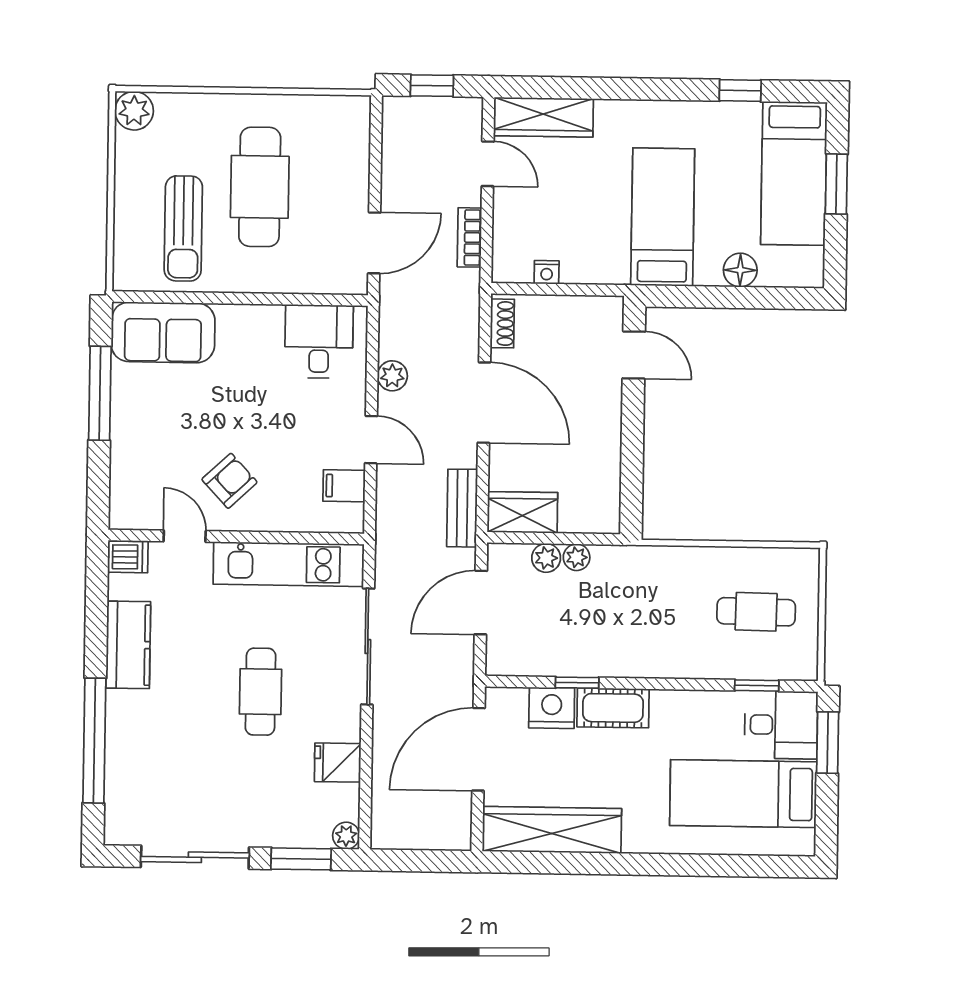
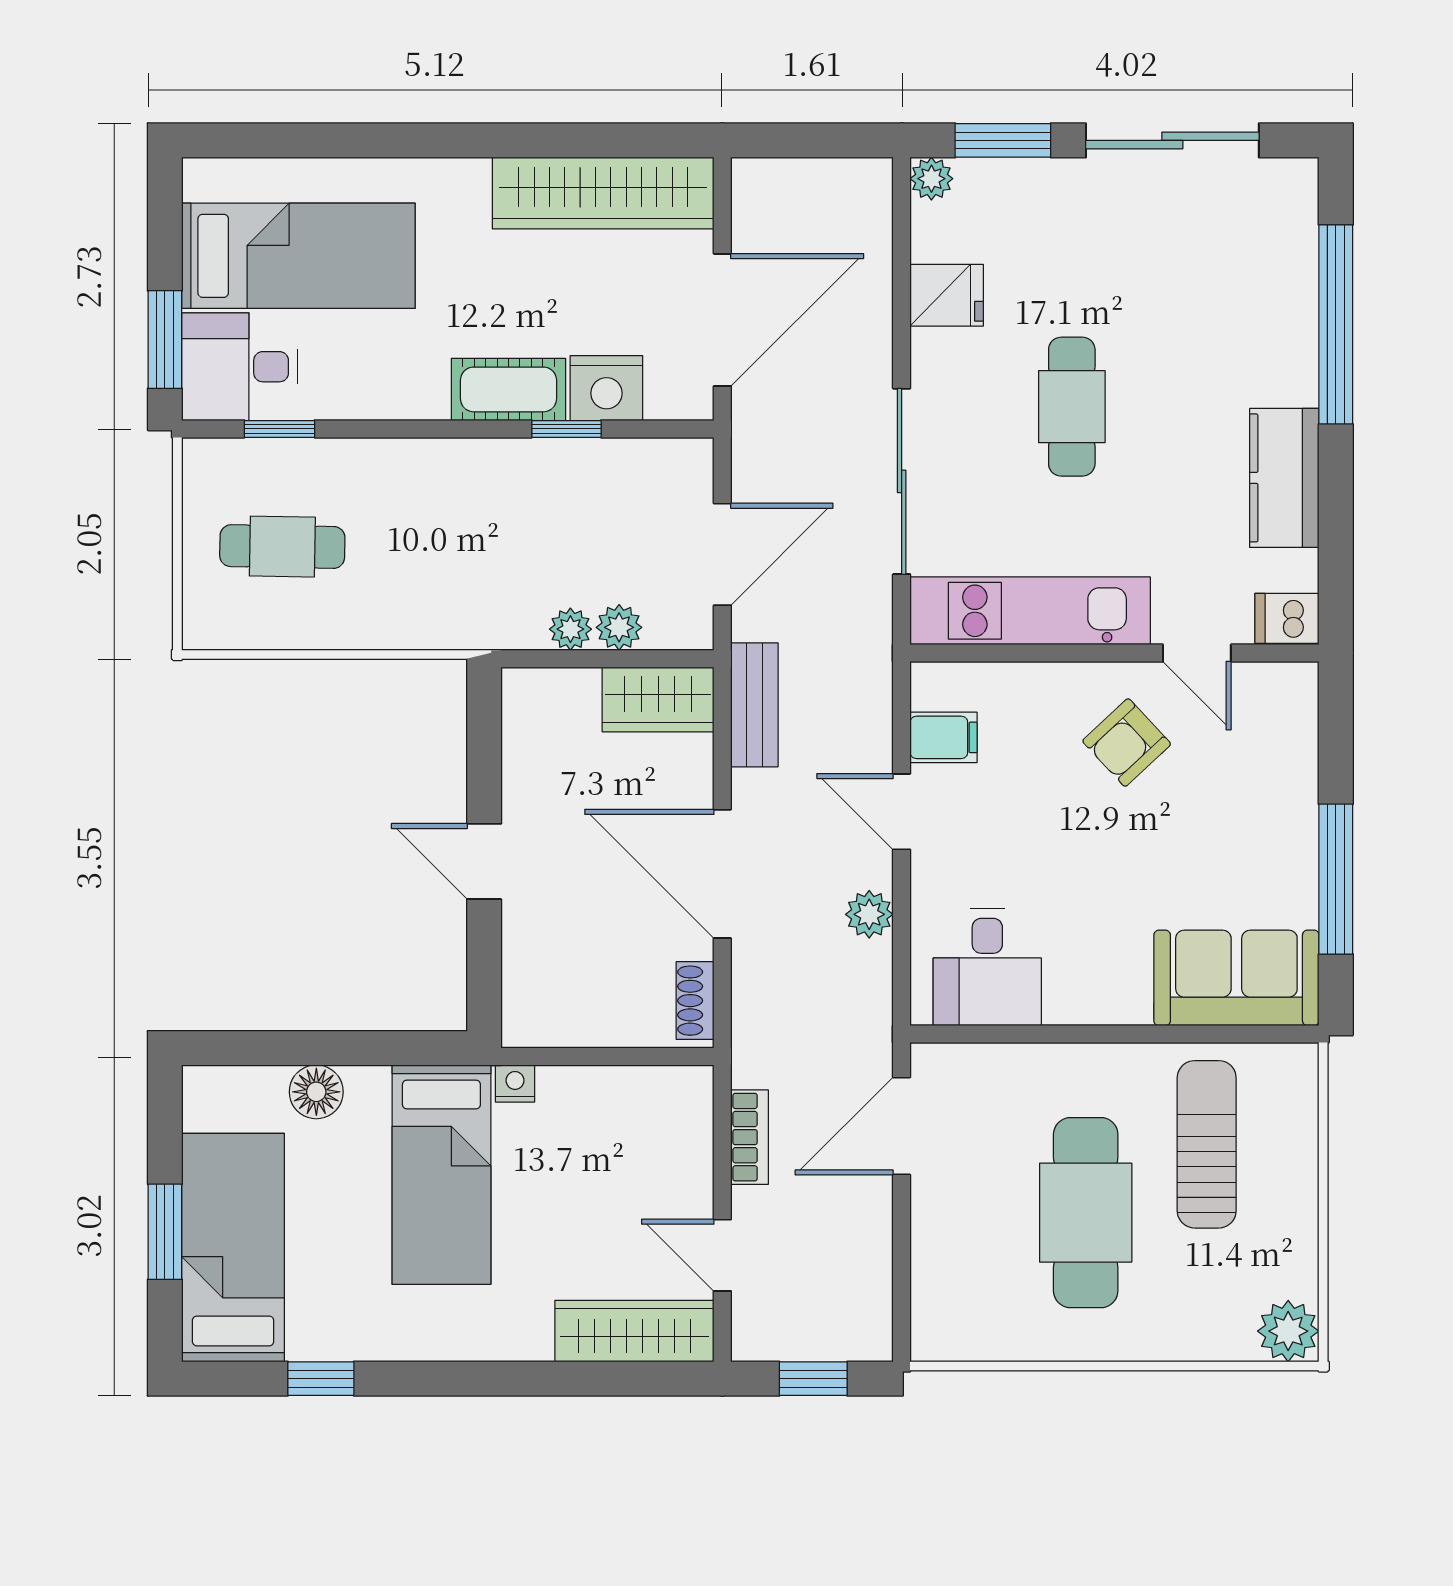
nightstand: (547, 272) -> (515, 1083), moved
door: (634, 355) -> (484, 861), moved

